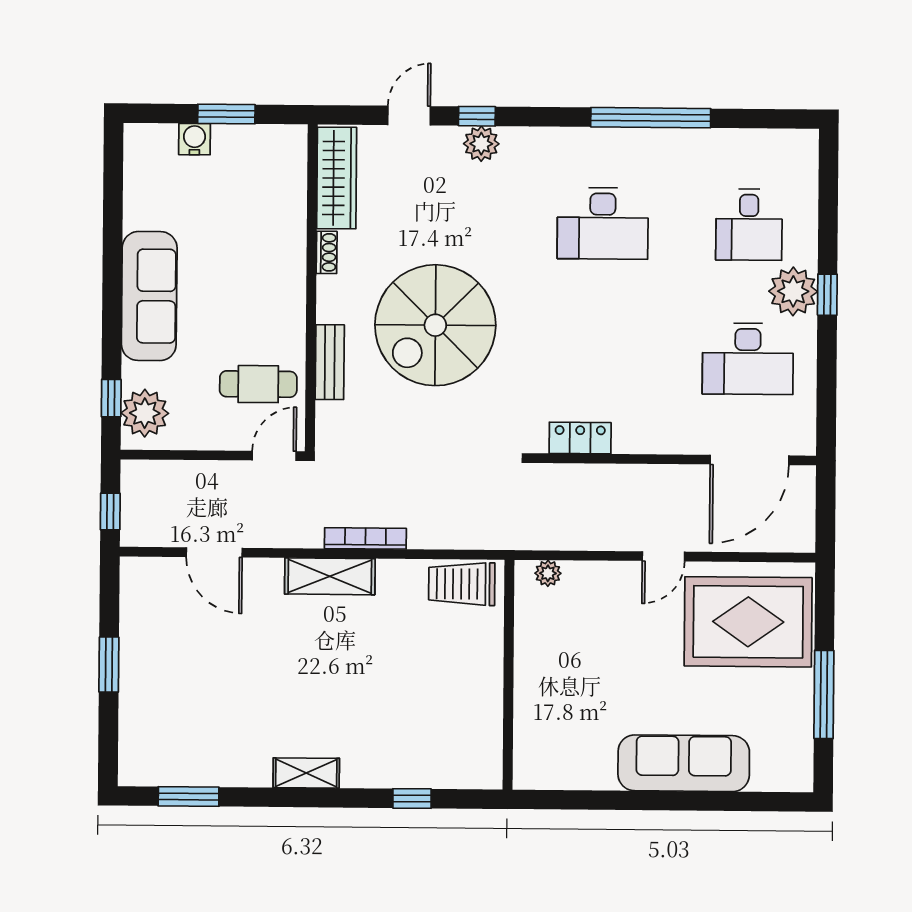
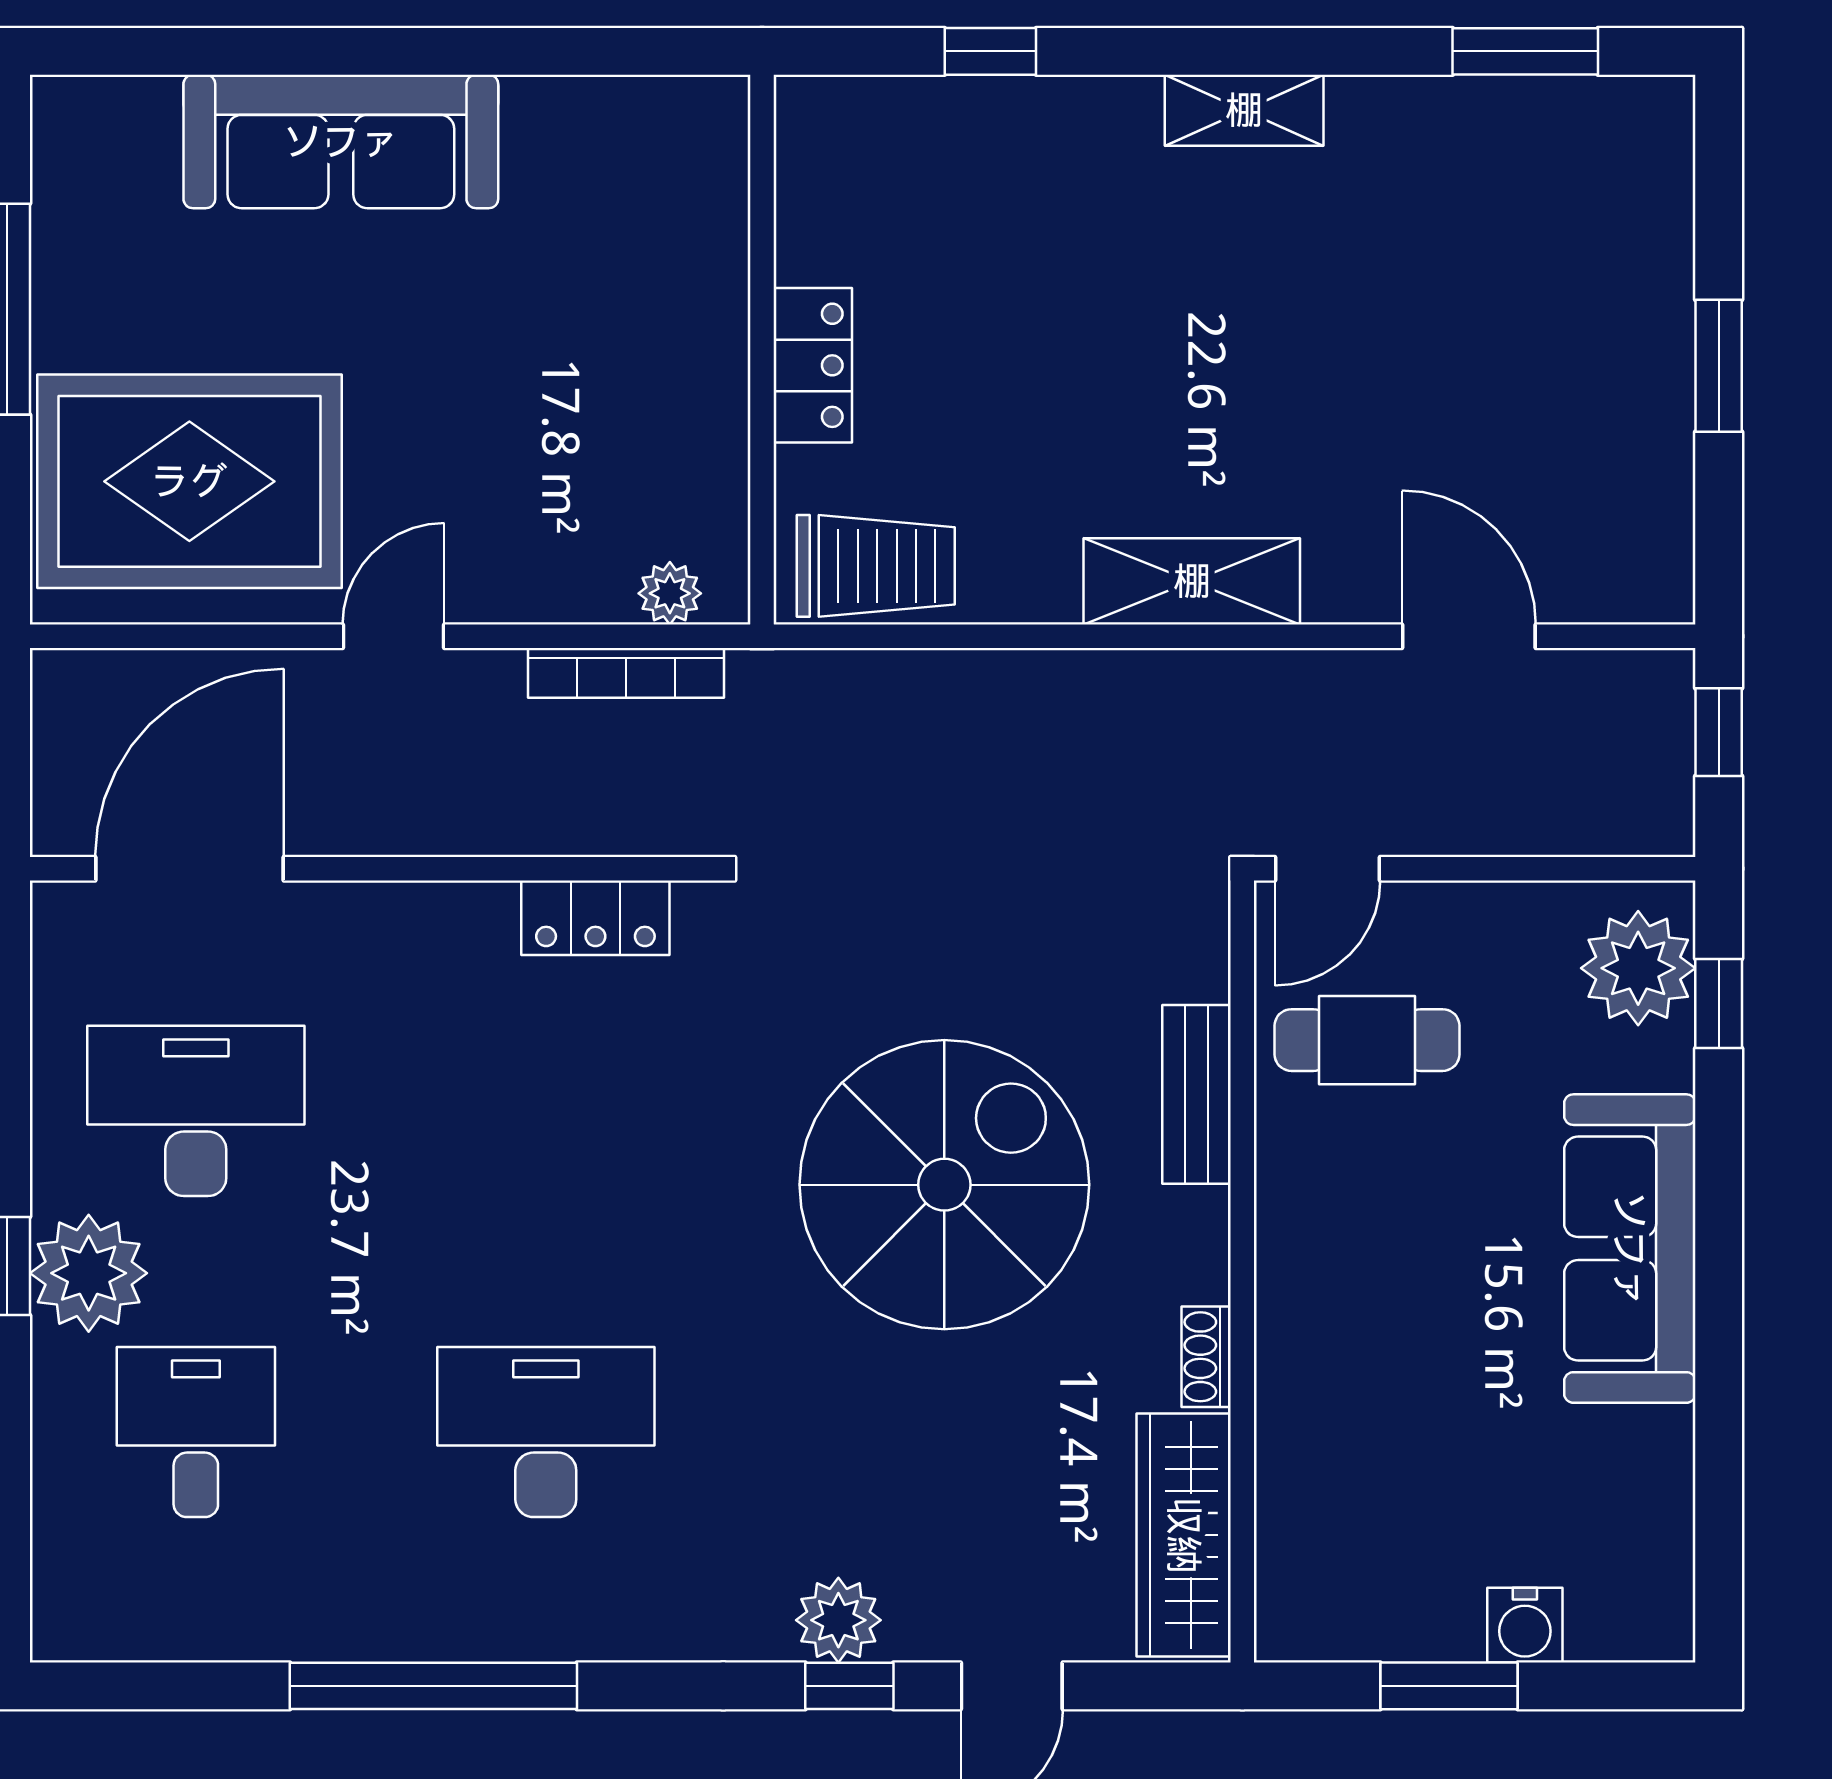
bookcase: (365, 538) -> (626, 673), moved
locker: (487, 668) -> (813, 365), added

